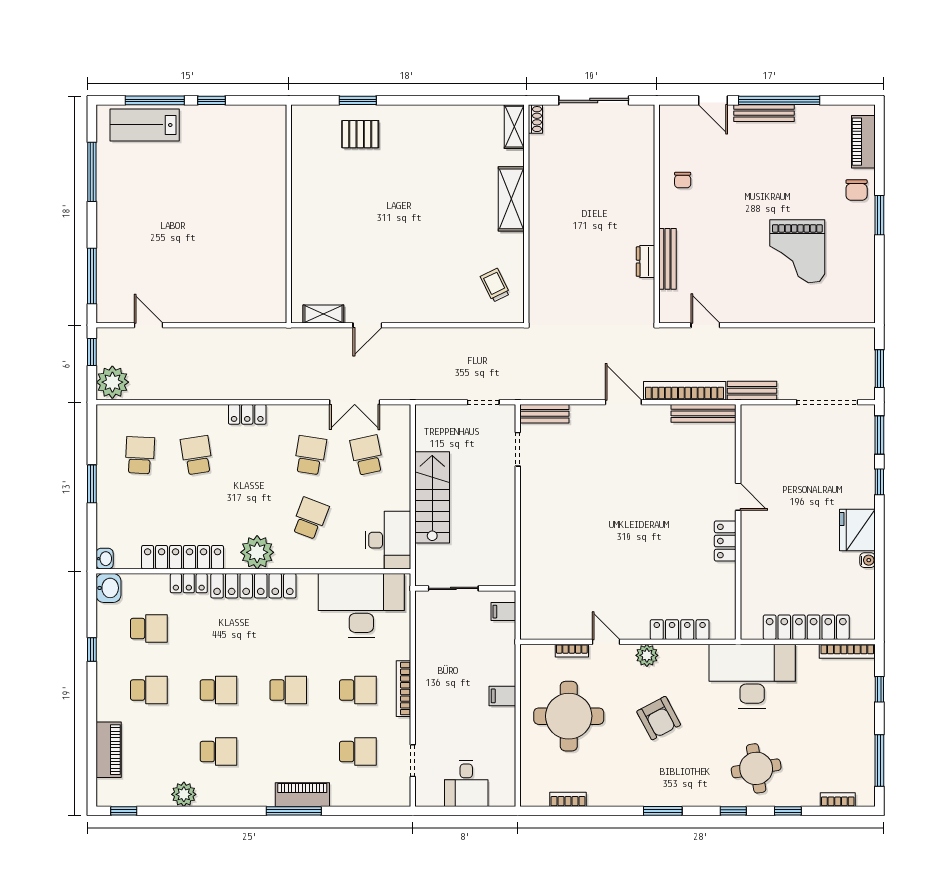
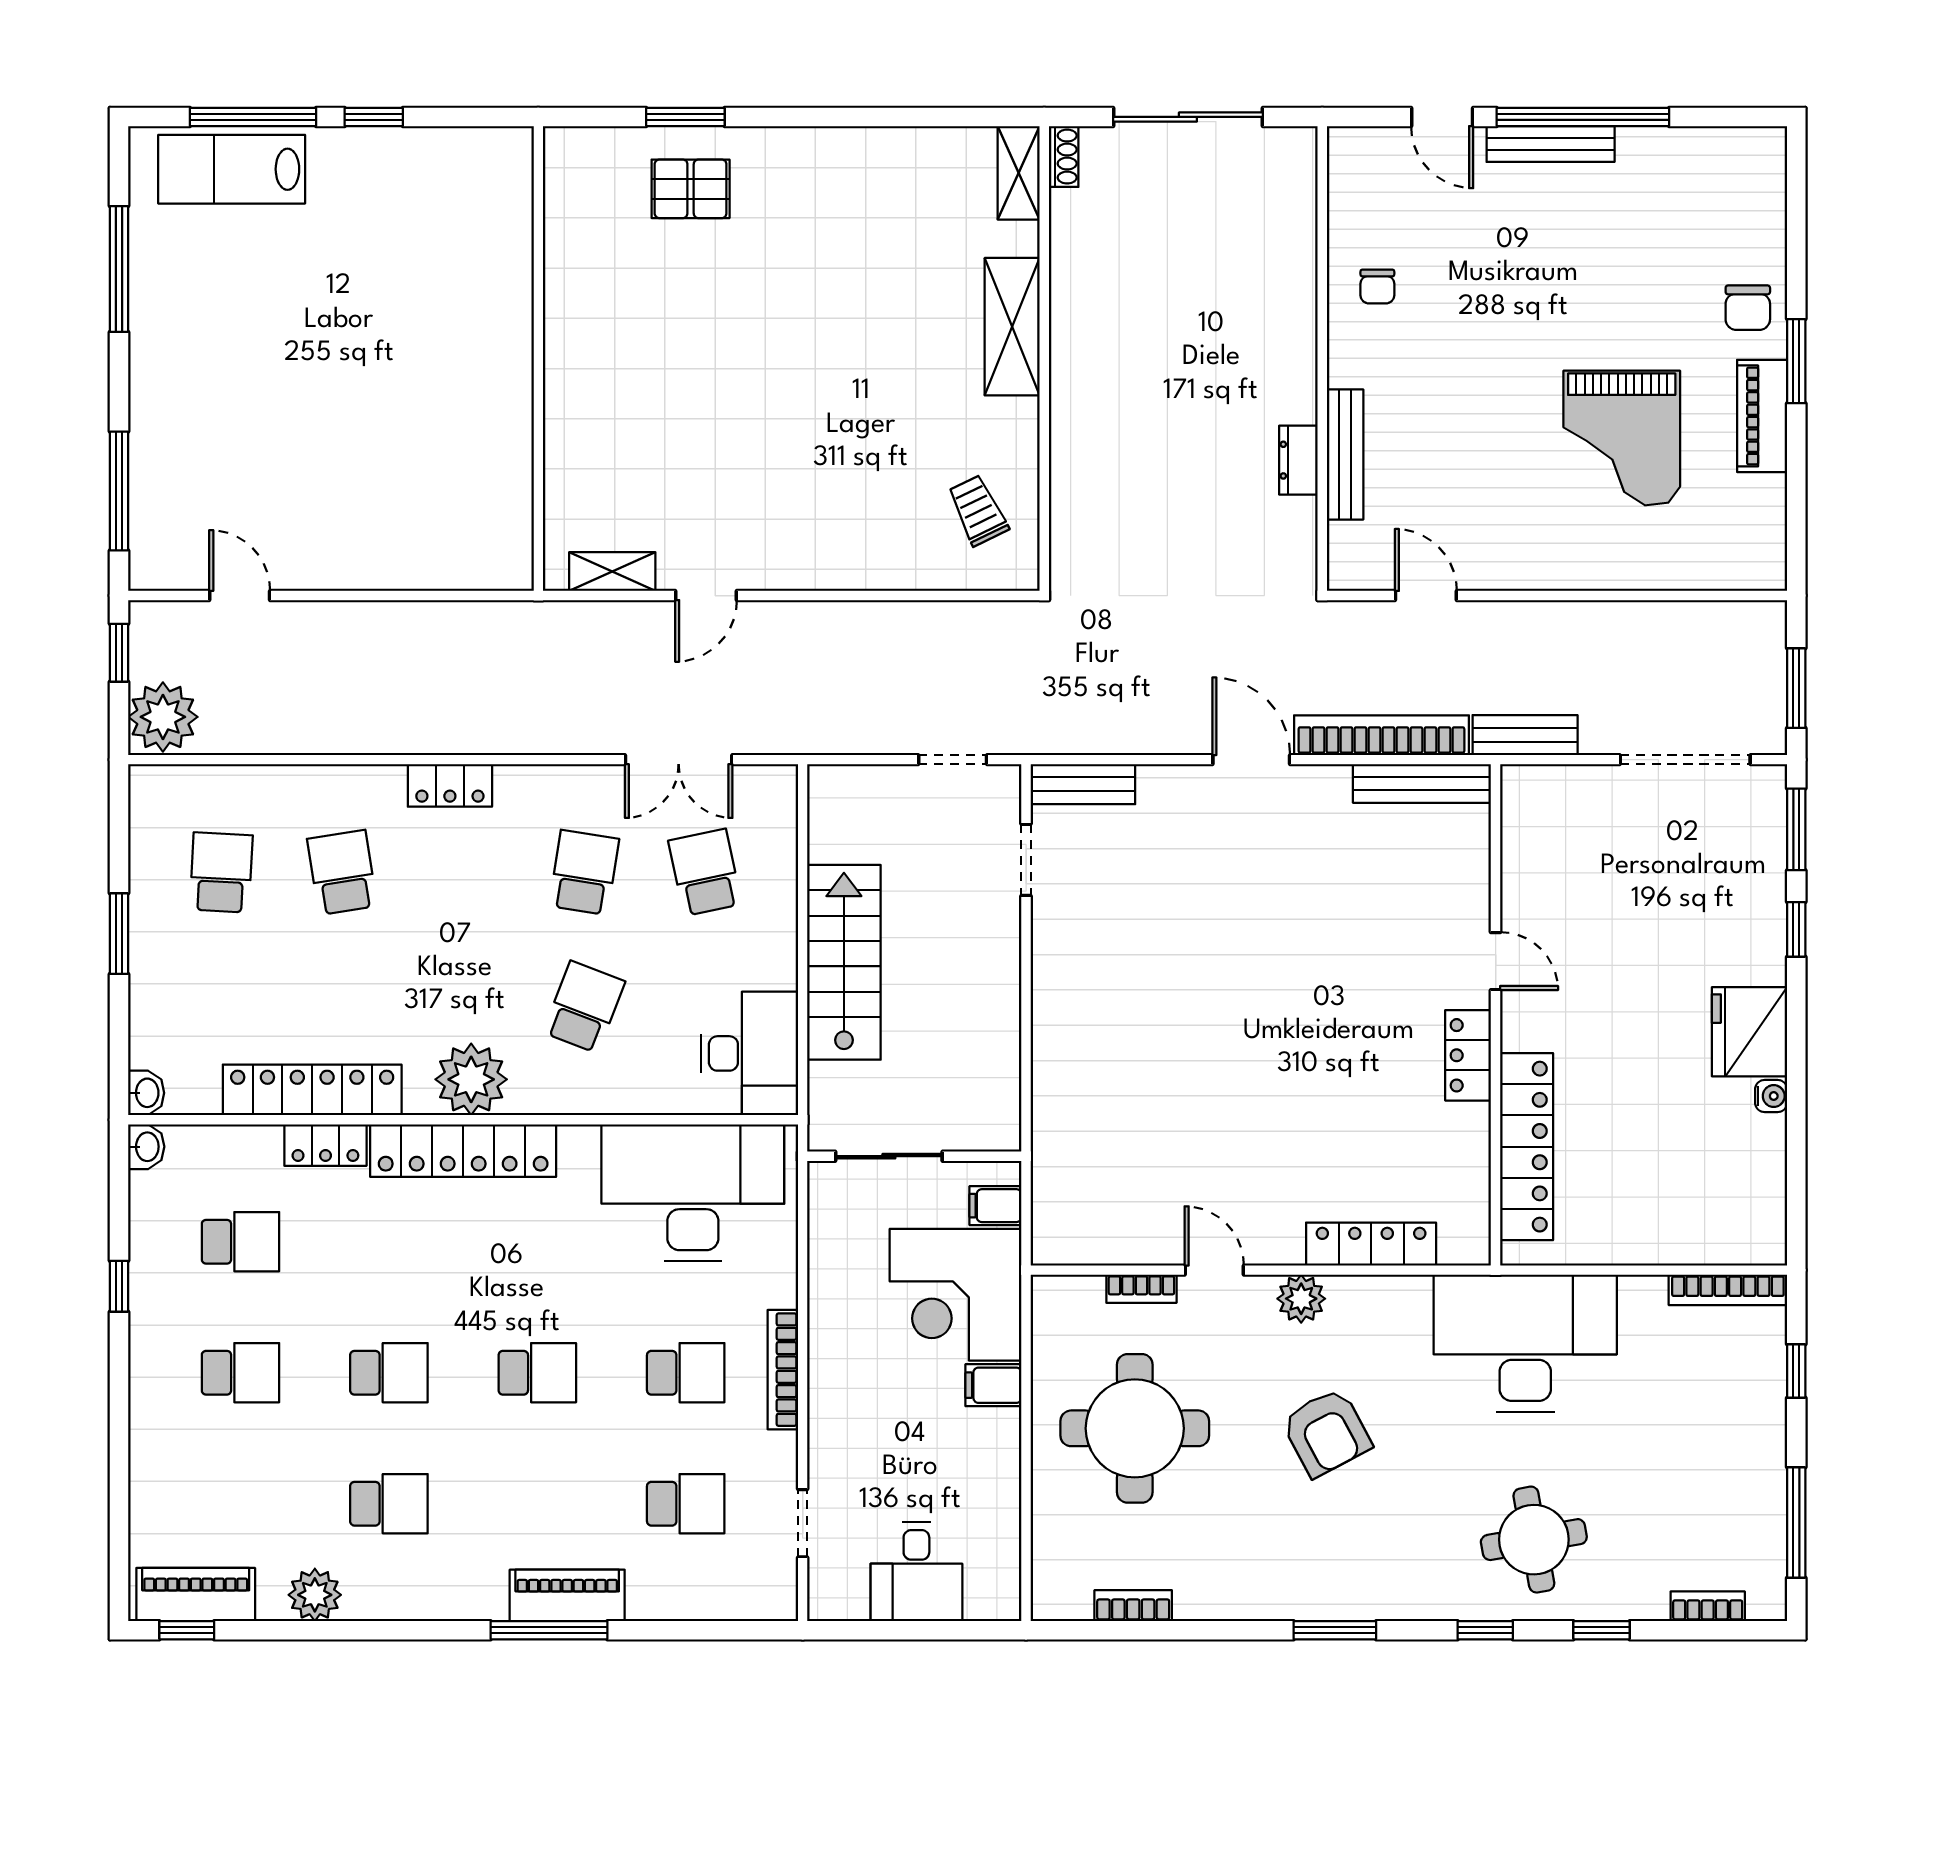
piano: (863, 142) -> (1762, 416), moved
washbasin: (108, 588) -> (146, 1147), width x0.72, depth x0.69
locker: (806, 627) -> (1527, 1147), moved, turned 90
corner desk: (485, 653) -> (956, 1295), added
piano: (109, 750) -> (196, 1595), moved, turned -90

